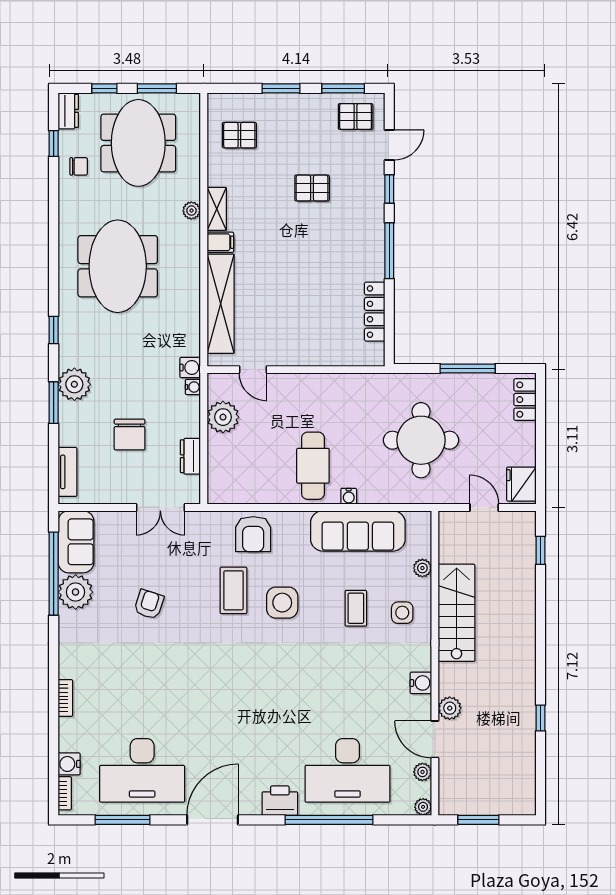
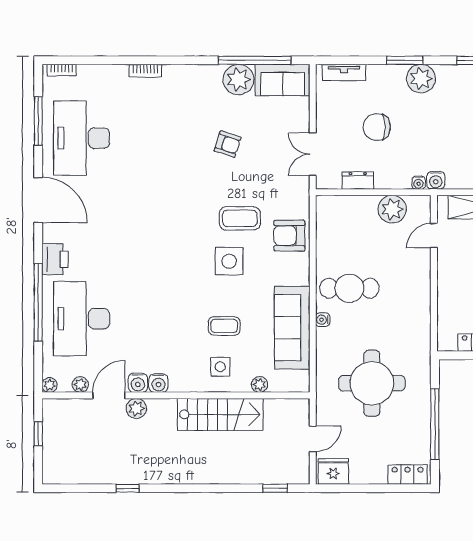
window: (468, 369) -> (435, 424), width x1.46
water cooler: (69, 764) -> (138, 383), moved, turned 180
window: (478, 820) -> (38, 434), width x0.67

